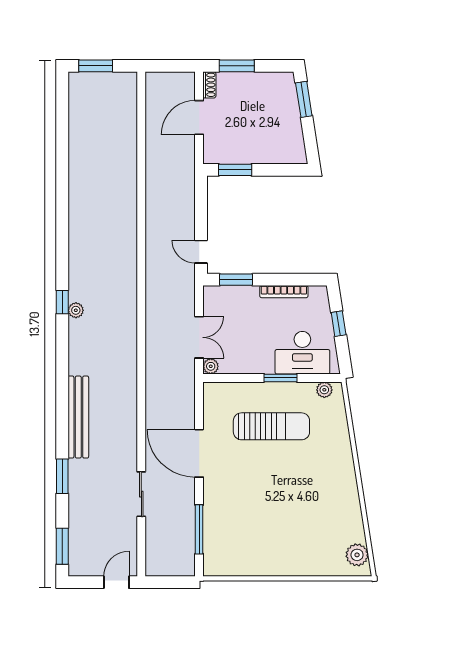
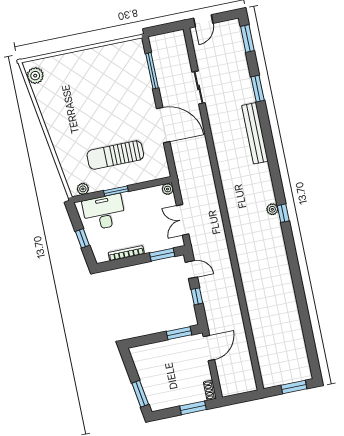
door: (199, 117) -> (209, 348), moved
window: (201, 214) -> (197, 296), added
double door: (199, 337) -> (183, 220), moved

